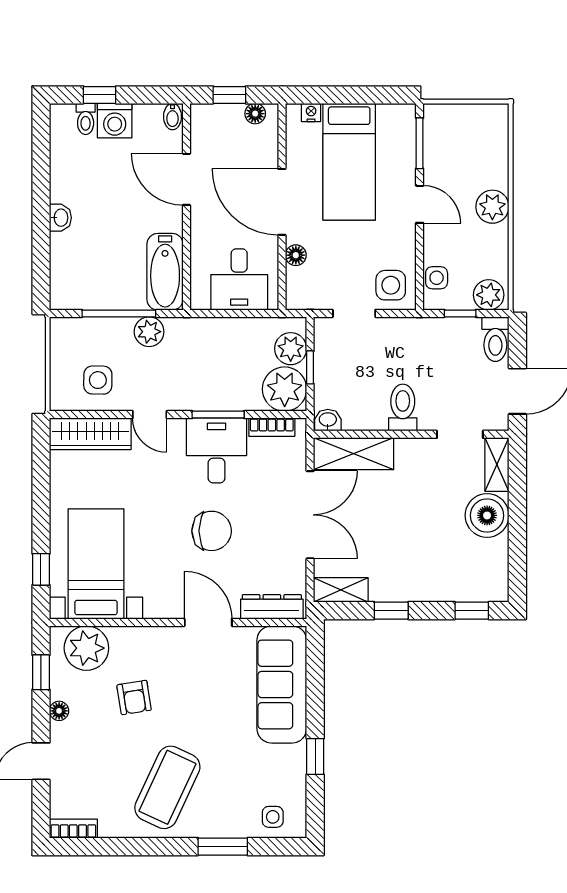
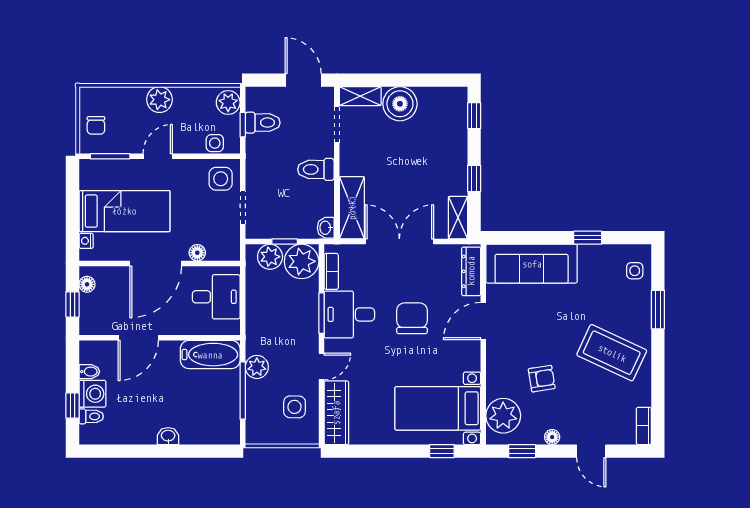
bidet: (173, 117) -> (89, 372), moved
chair: (459, 125) -> (96, 125), added
toilet: (495, 339) -> (263, 123), moved

